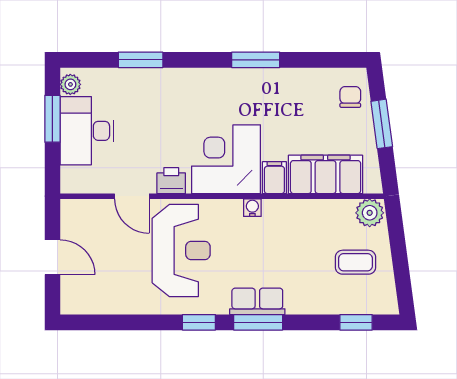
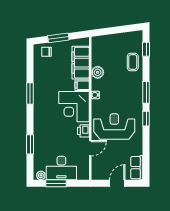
plant: (370, 213) -> (98, 72), moved
coffee table: (355, 262) -> (133, 62), moved
row of seats: (257, 301) -> (137, 168), moved

